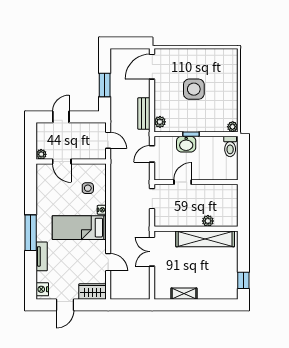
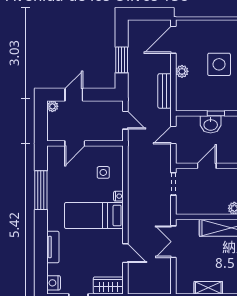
plant: (160, 122) -> (182, 71), moved
plant: (41, 154) -> (52, 106), moved
door: (62, 162) -> (75, 143), hinge flipped
window: (31, 233) -> (41, 190), moved

